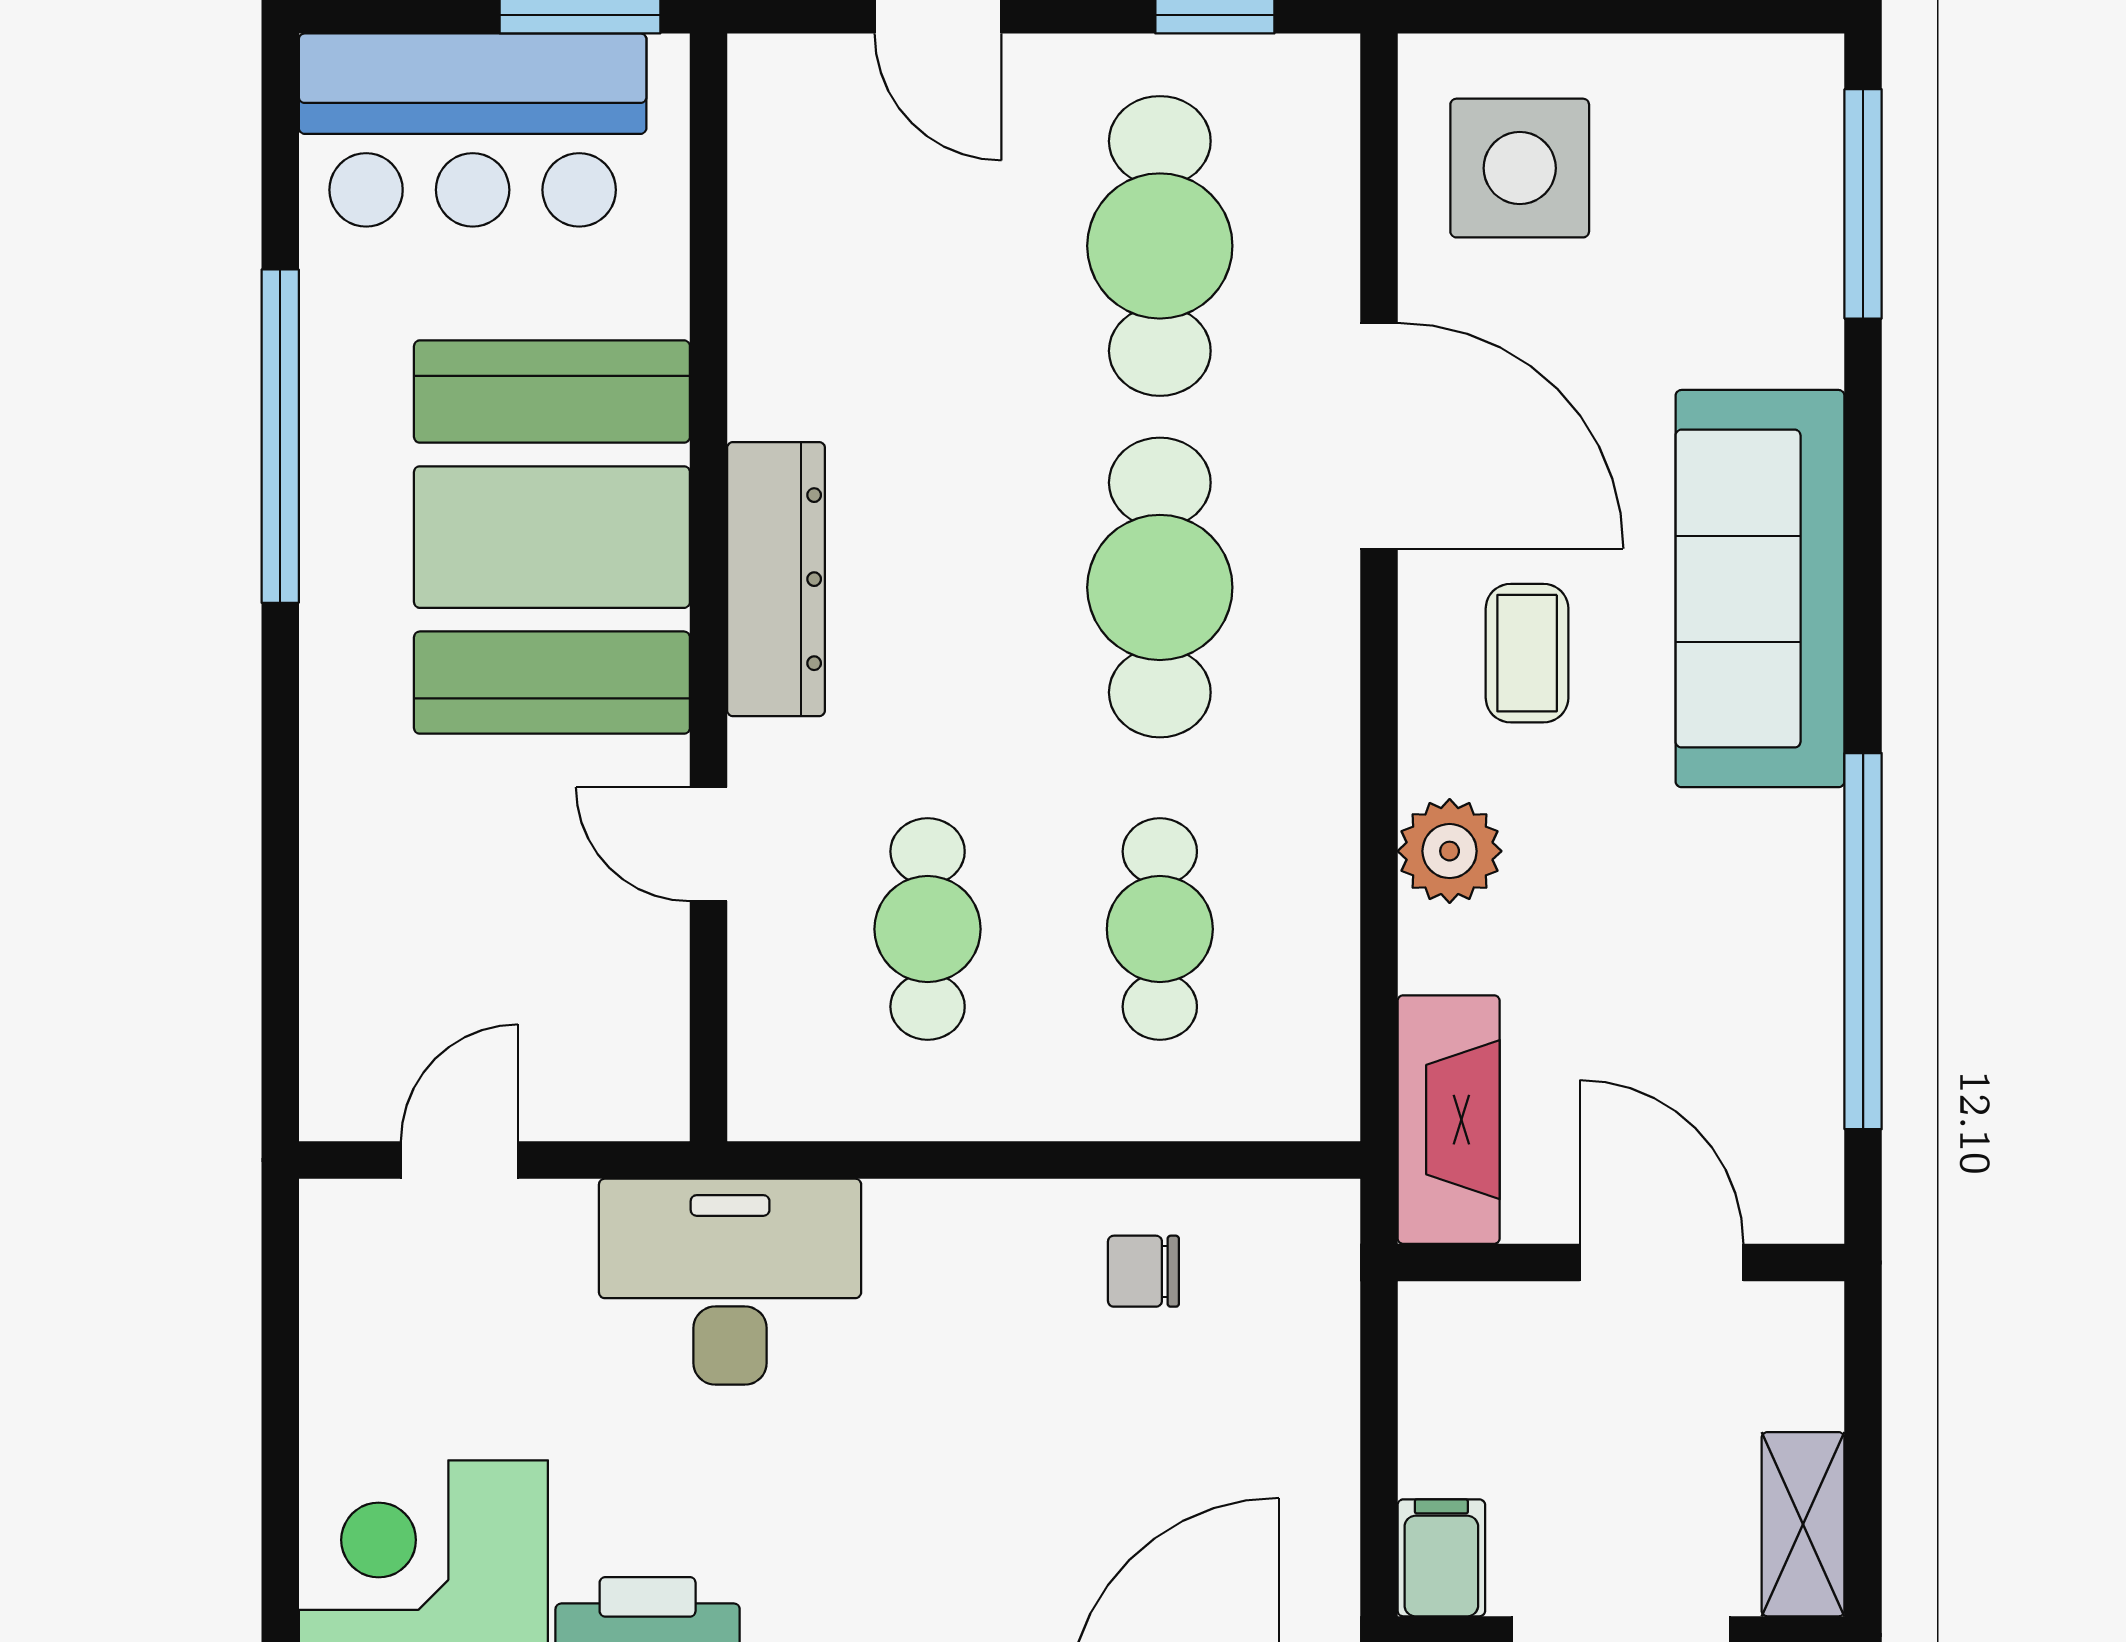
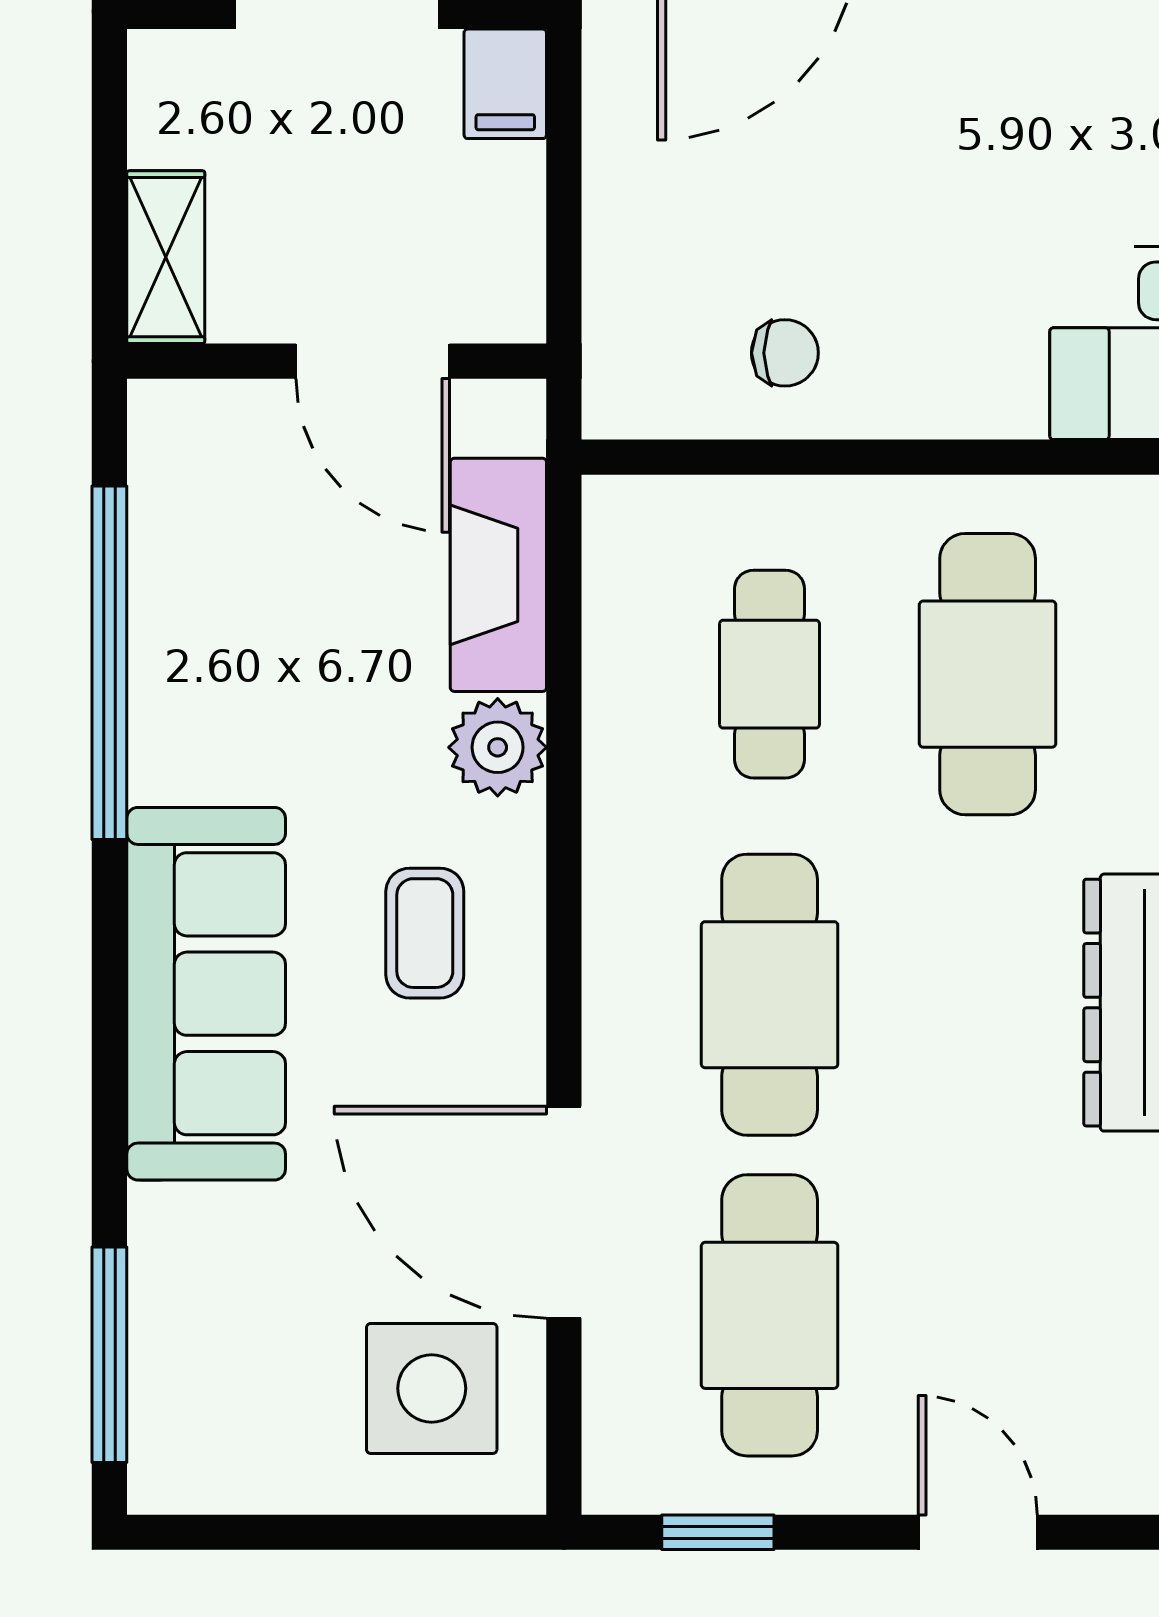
door: (1379, 436) -> (564, 1212), moved
cafe table: (928, 929) -> (988, 674), width x1.37, depth x1.35
fireplace: (1449, 1120) -> (498, 575), moved
door: (1662, 1263) -> (373, 361), moved
shelving: (1803, 1524) -> (166, 257), moved

